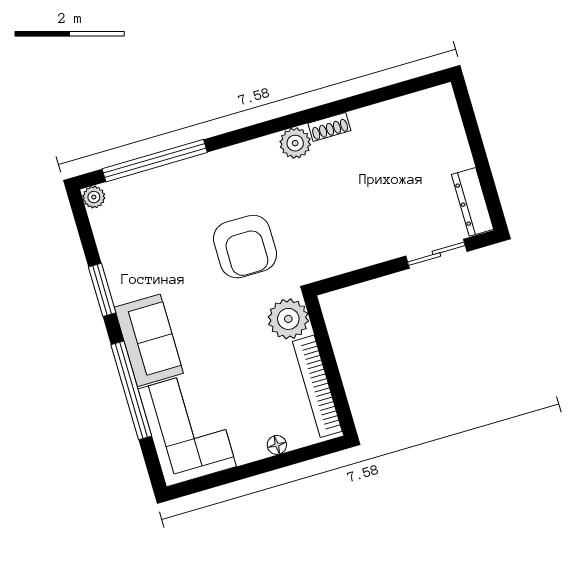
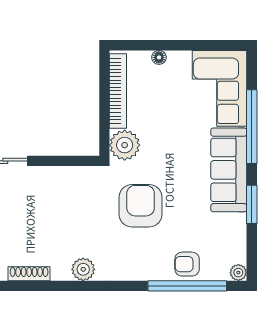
shoe rack: (329, 127) -> (29, 274), moved, width x1.43
armchair: (163, 189) -> (187, 264), added
sofa: (149, 340) -> (229, 170), width x1.36

